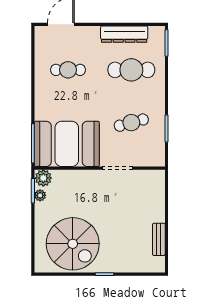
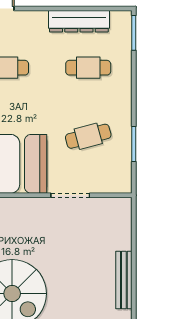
cafe table: (131, 70) -> (88, 68), width x0.73, depth x0.74
bench: (159, 239) -> (124, 280), width x1.36

